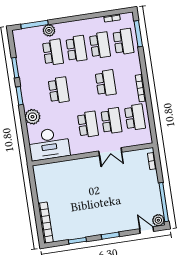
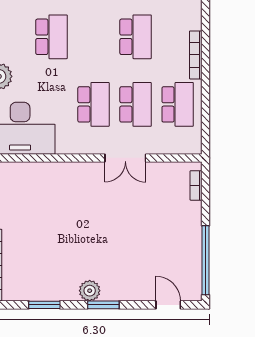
plant: (158, 220) -> (90, 291), moved

